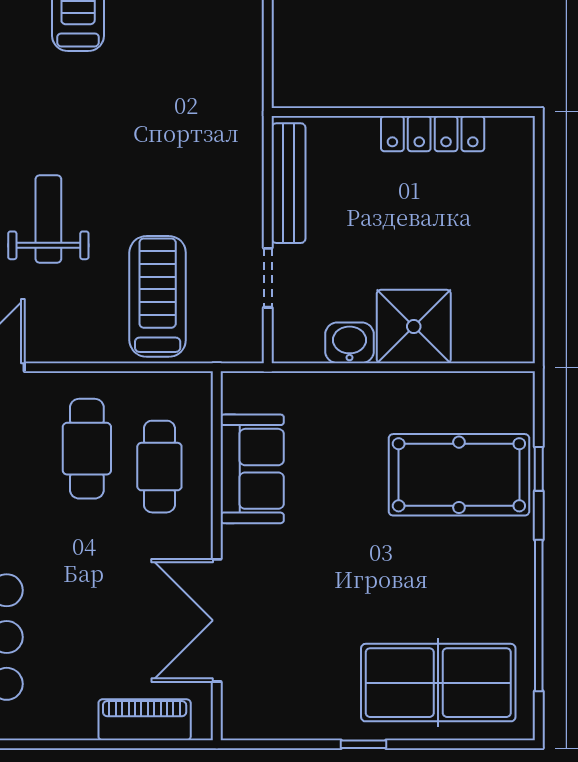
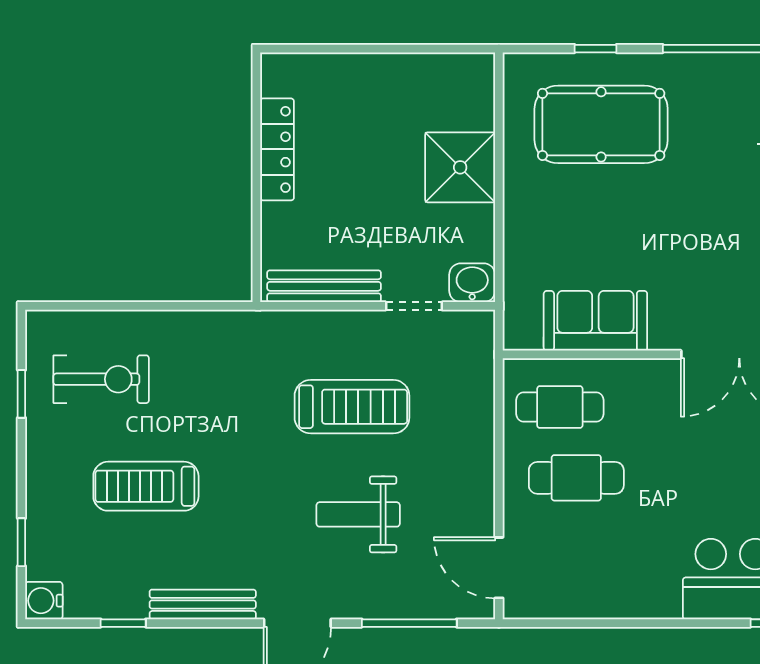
treadmill: (158, 296) -> (352, 407), moved, turned 180
washbasin: (350, 343) -> (472, 283), moved, turned 90
cafe table: (159, 467) -> (560, 407), moved
pool table: (459, 475) -> (601, 124), turned 90

